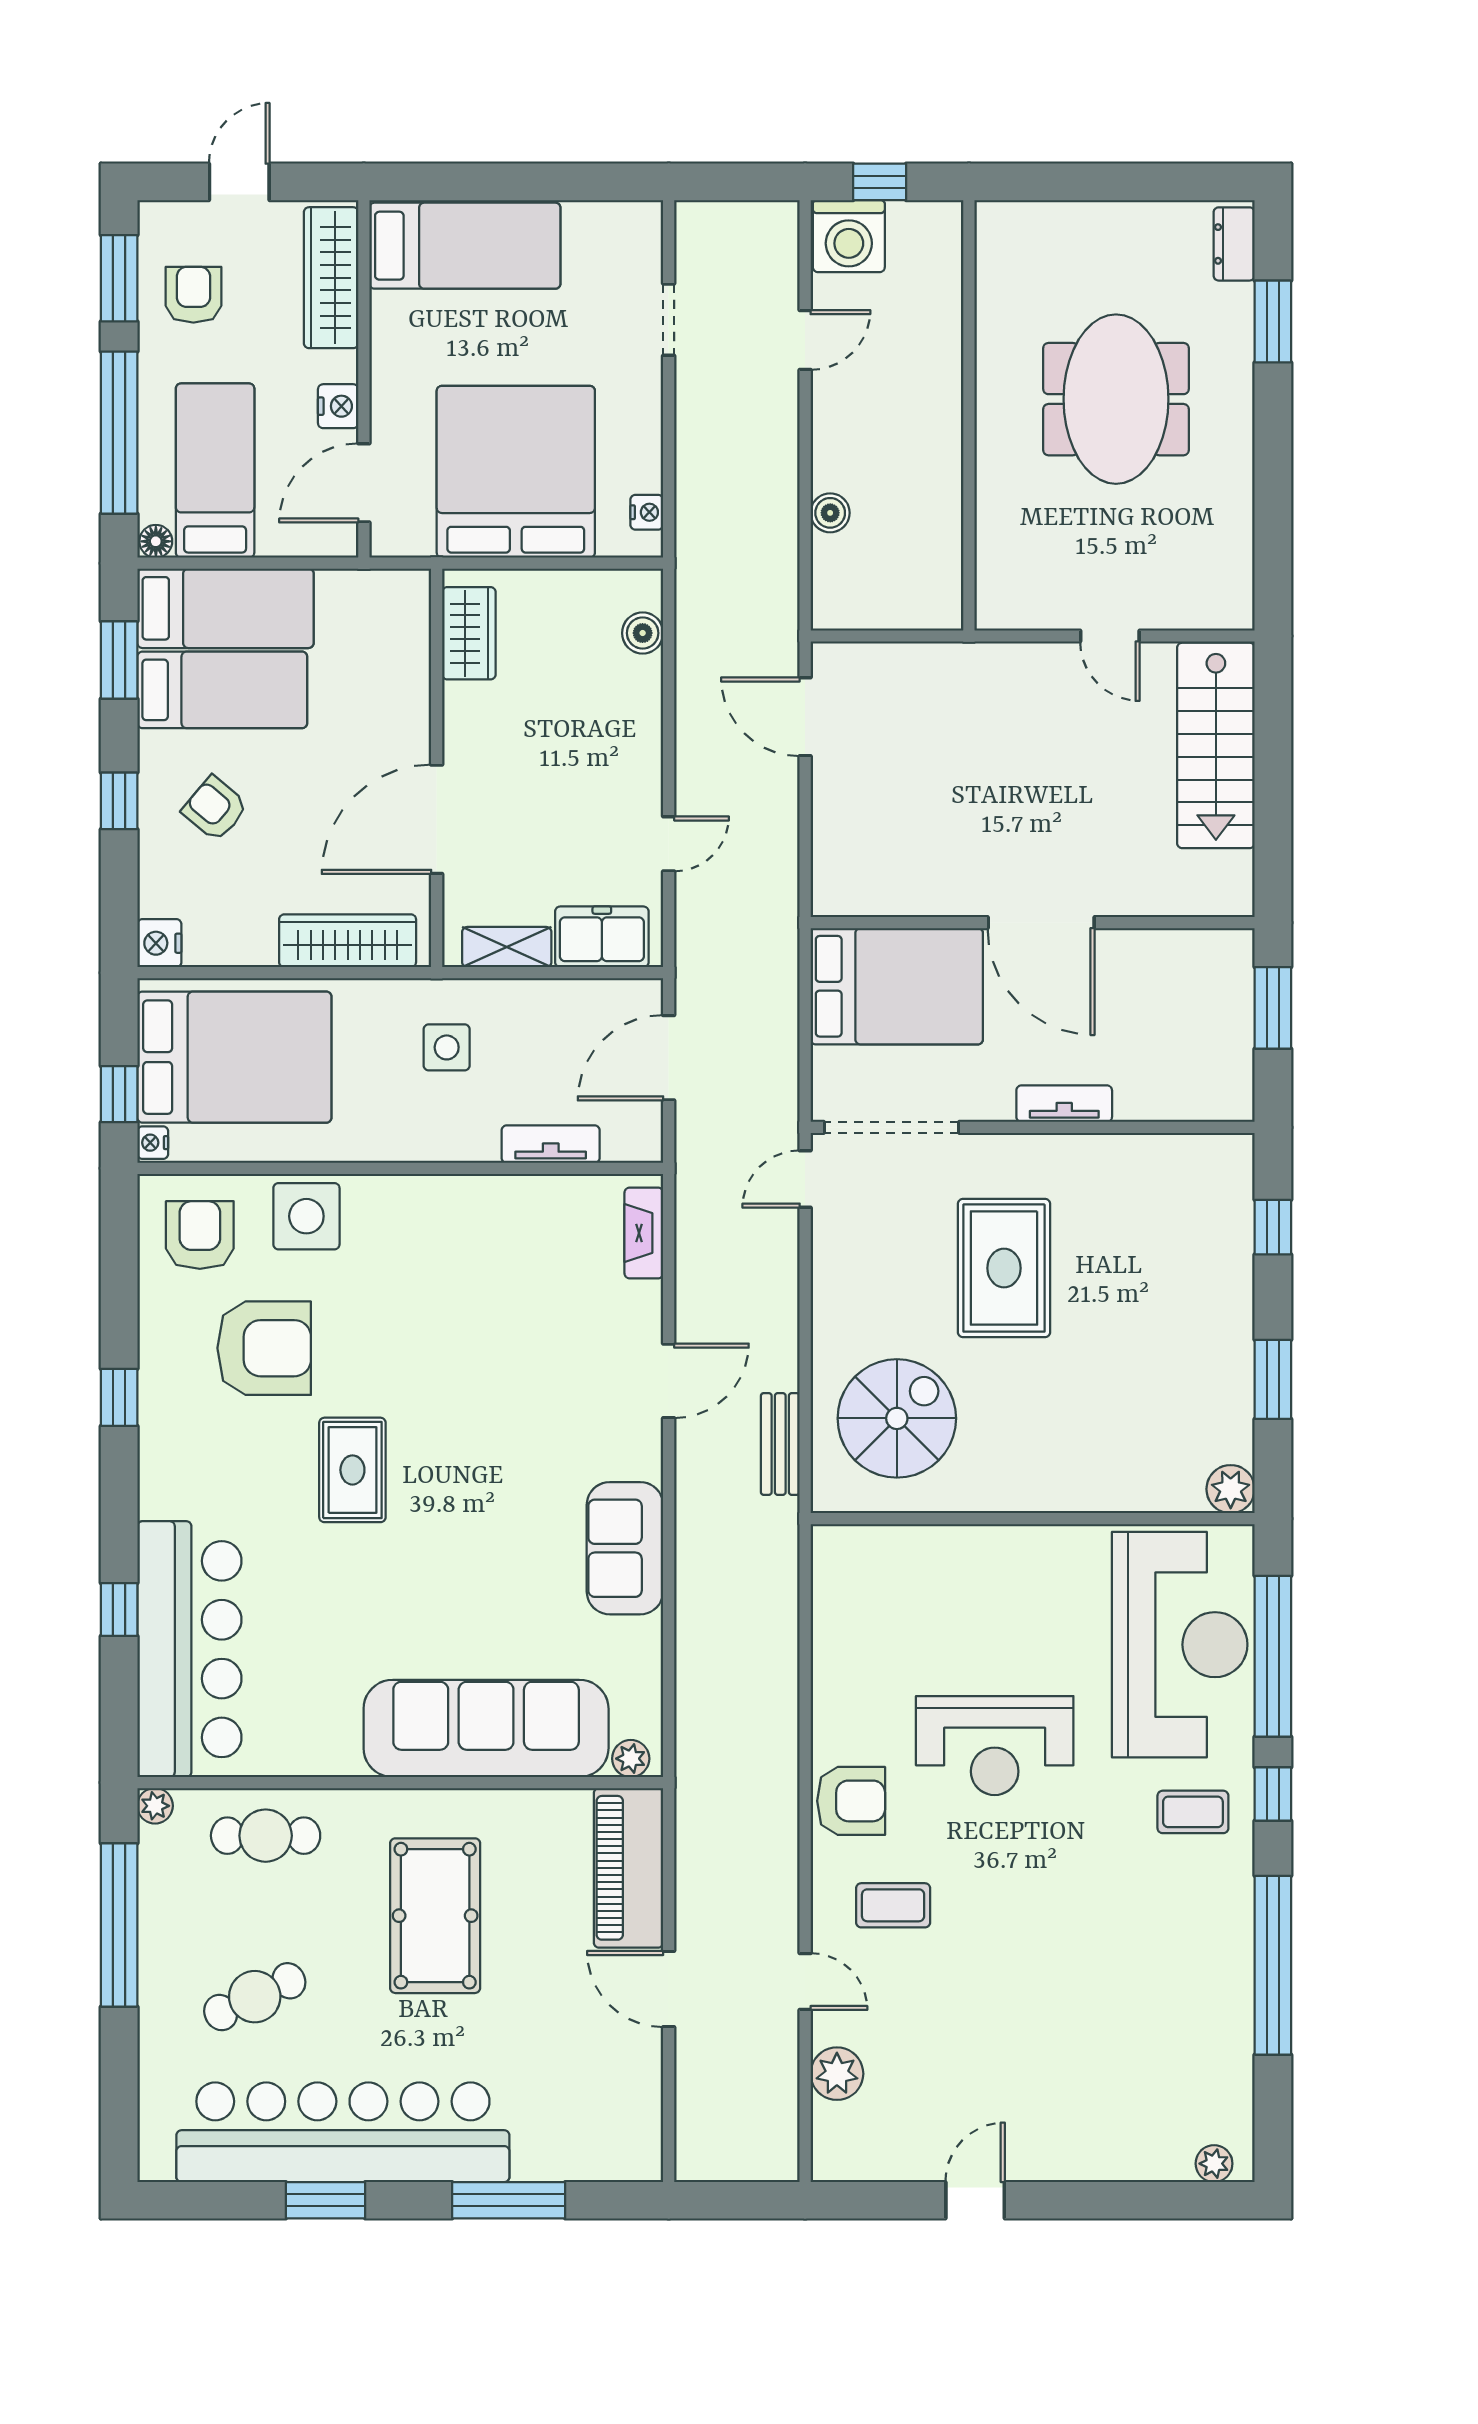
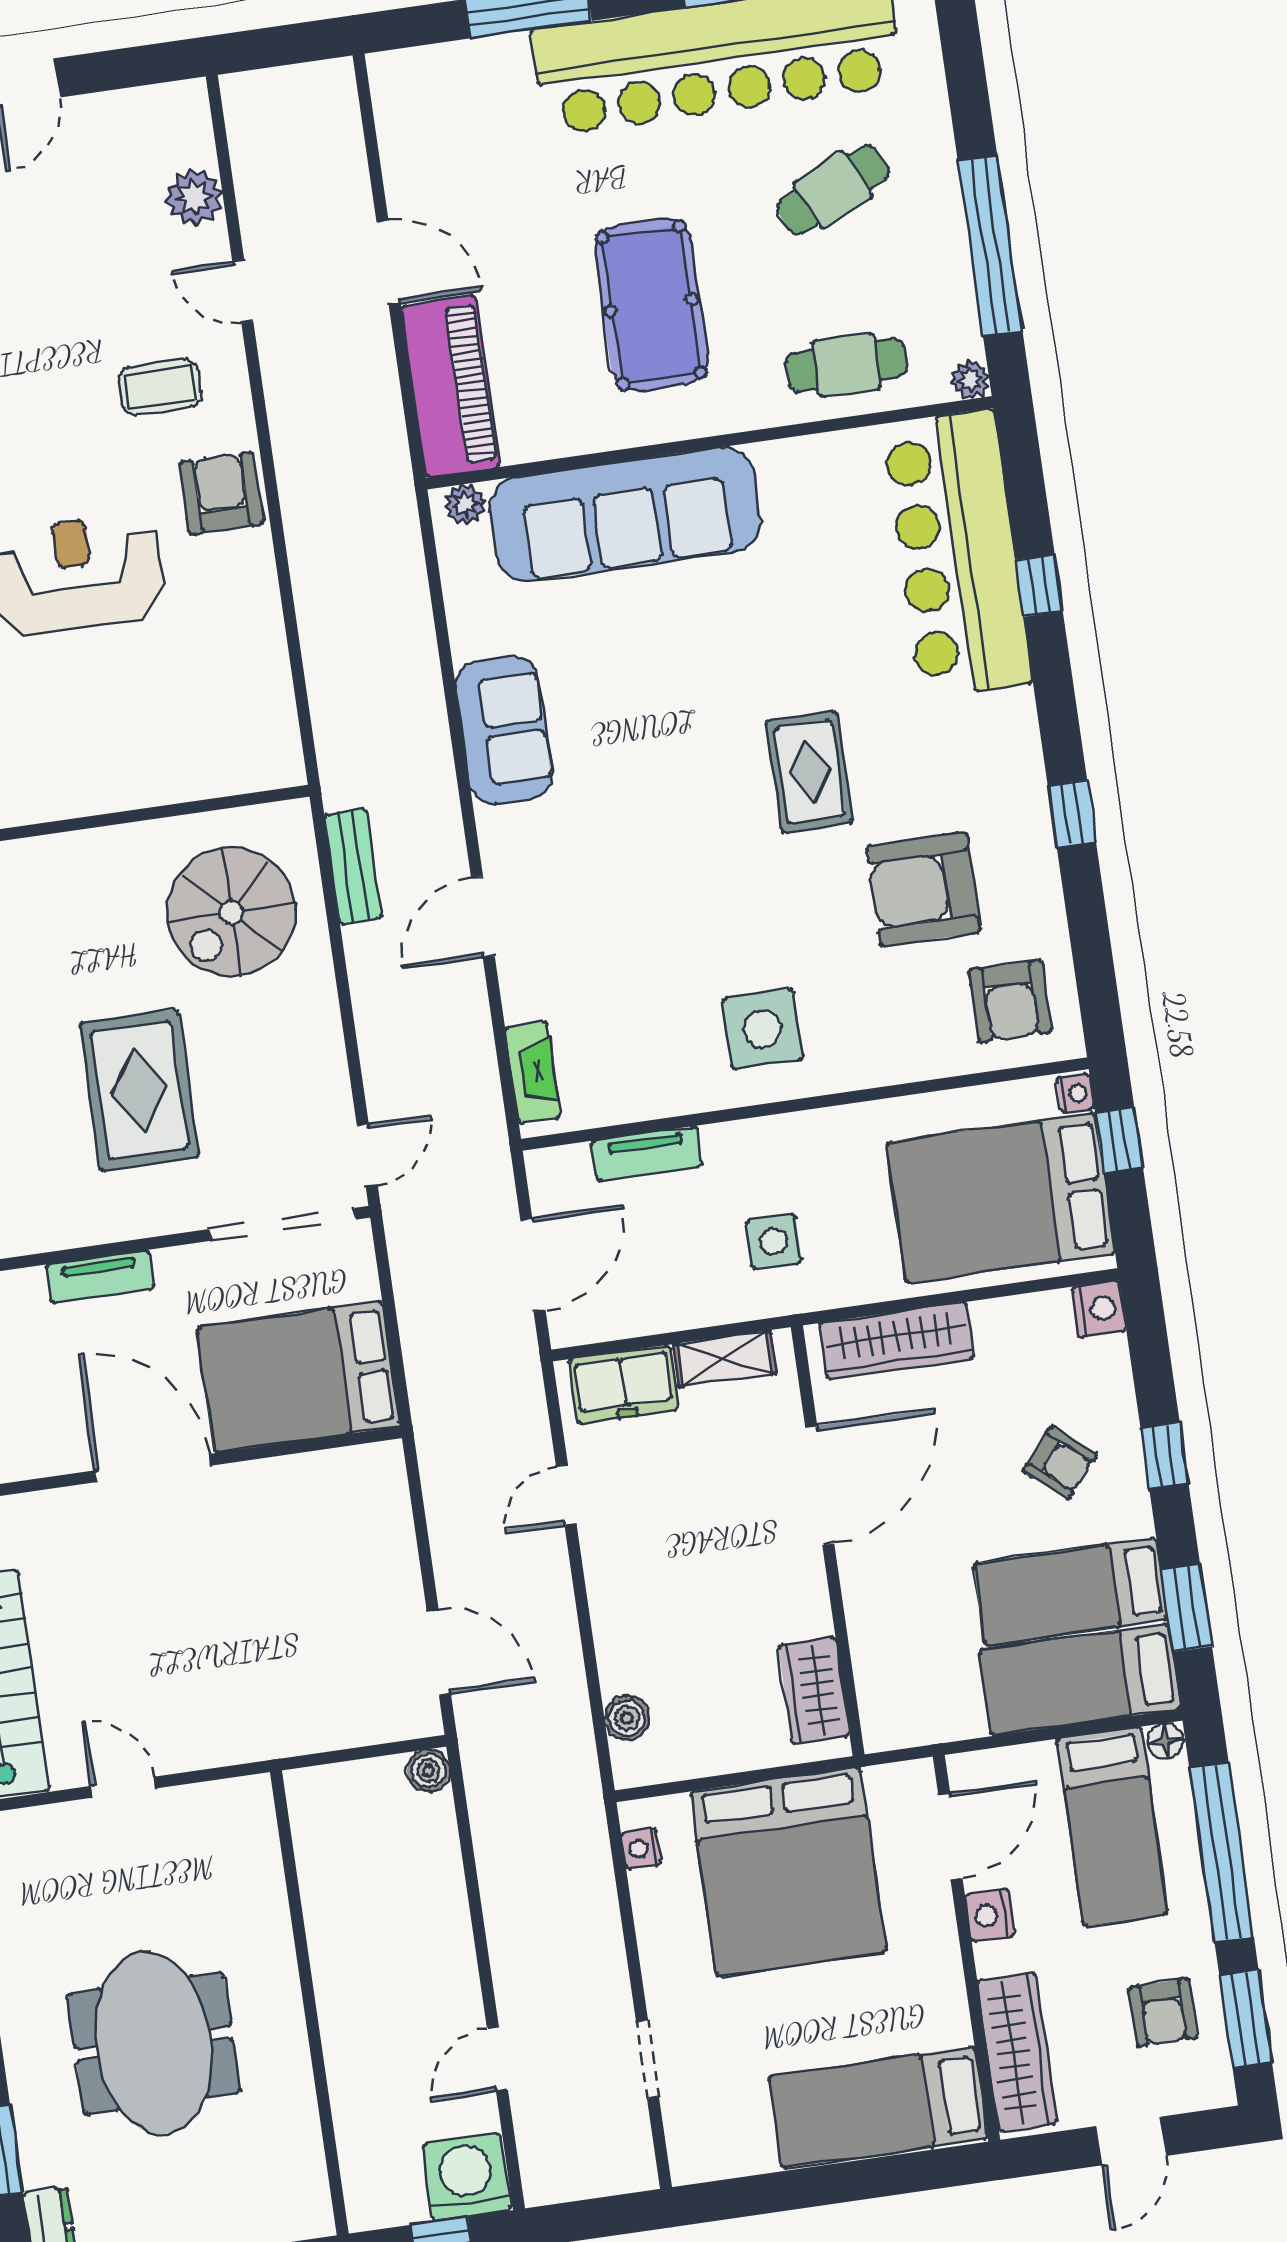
boiler: (830, 513) -> (428, 1771), moved
side table: (306, 1216) -> (763, 1029), moved
armchair: (851, 1801) -> (221, 493), turned 90

